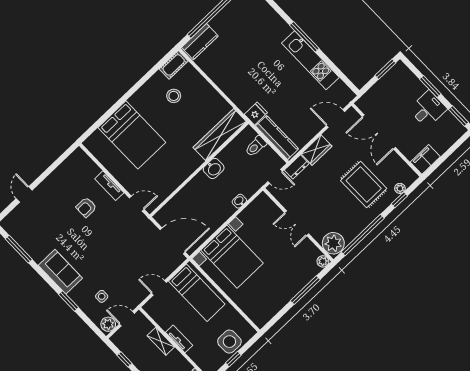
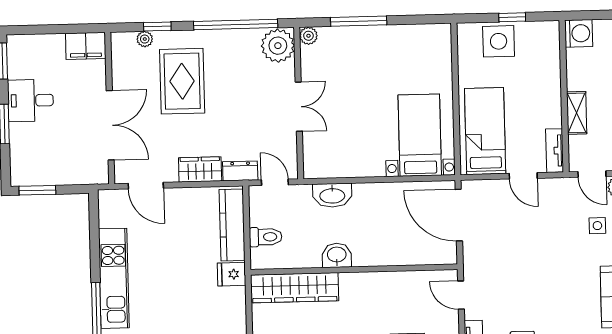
washbasin: (239, 201) -> (332, 195), width x1.91, depth x1.45
bed with nightstands: (232, 257) -> (420, 135), width x0.73
tv unit: (179, 339) -> (555, 151), moved

